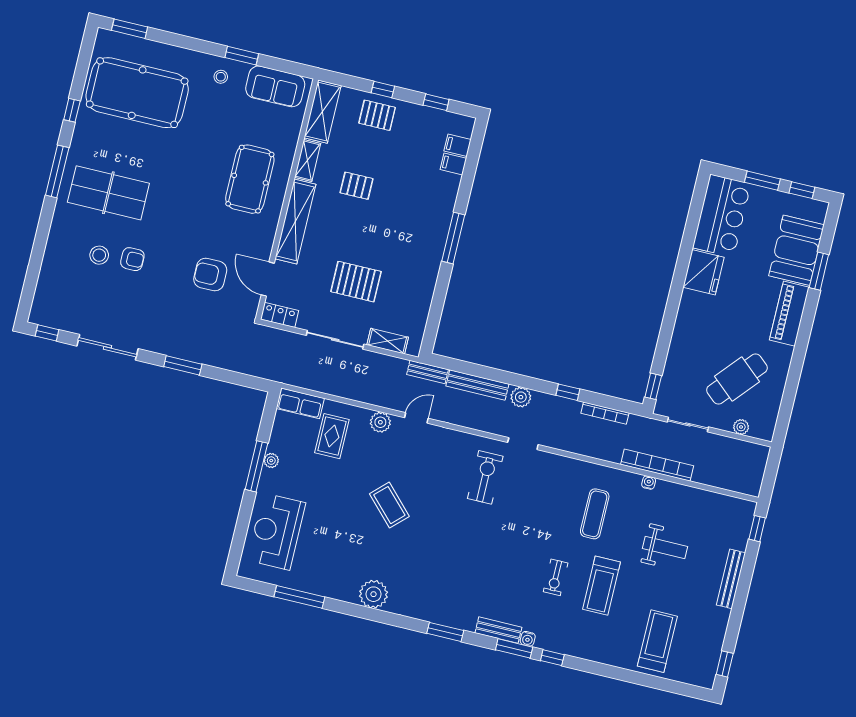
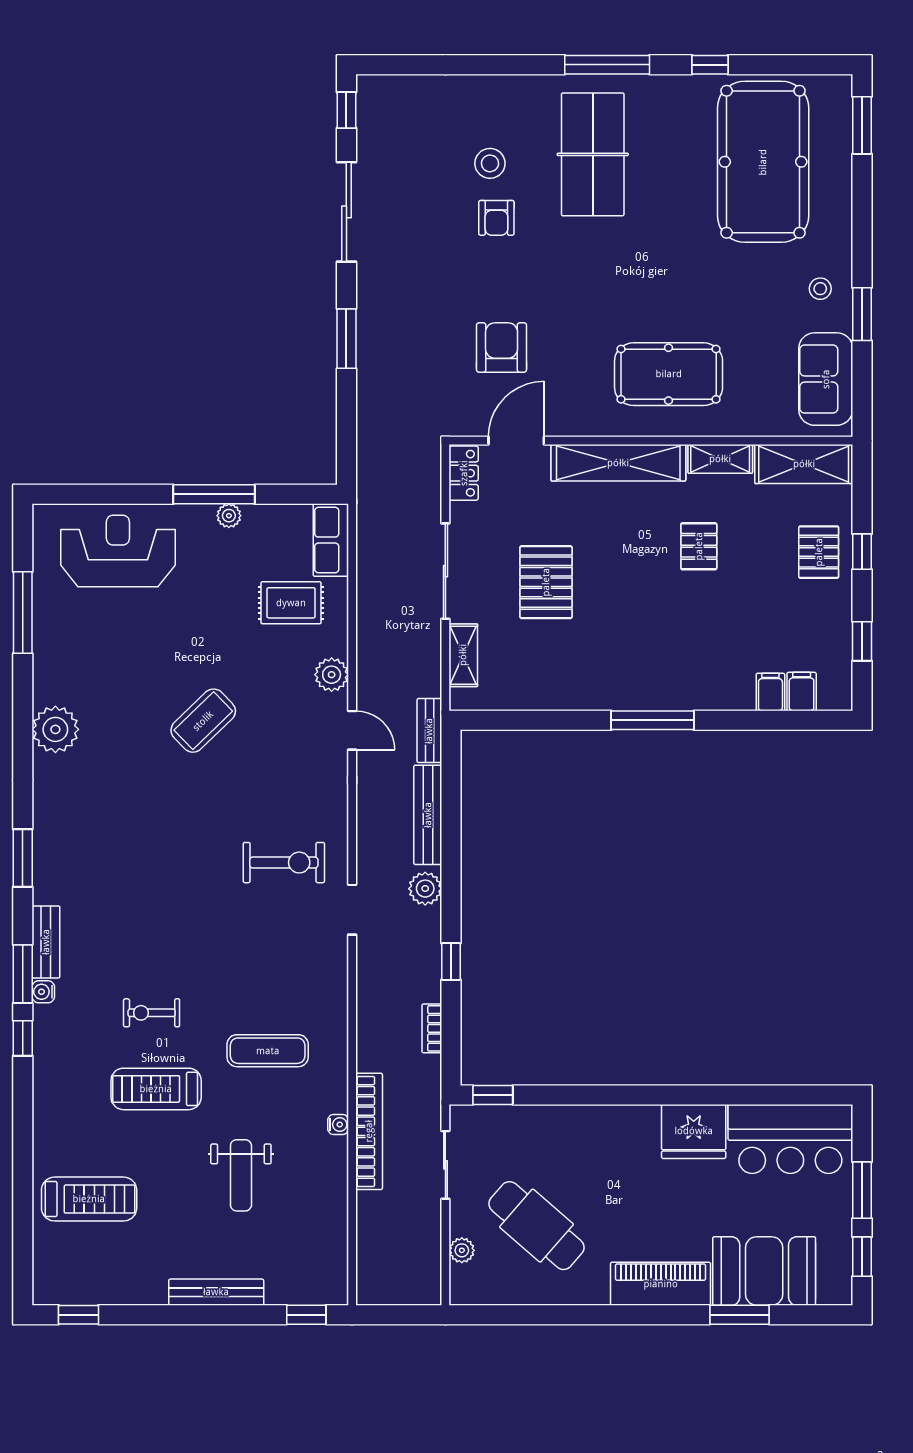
bookcase: (605, 413) -> (432, 1028), width x0.64

